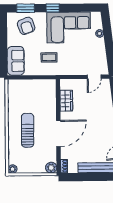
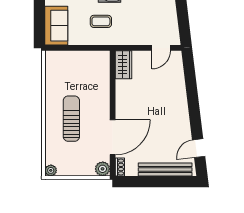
wardrobe: (66, 101) -> (124, 65), moved
door: (58, 133) -> (113, 137), moved

